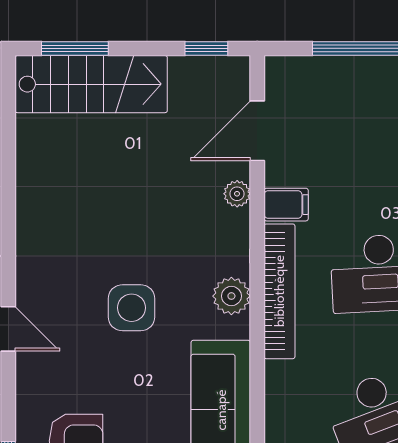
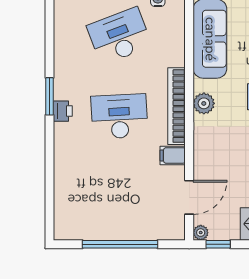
plant: (237, 194) -> (201, 233), moved

